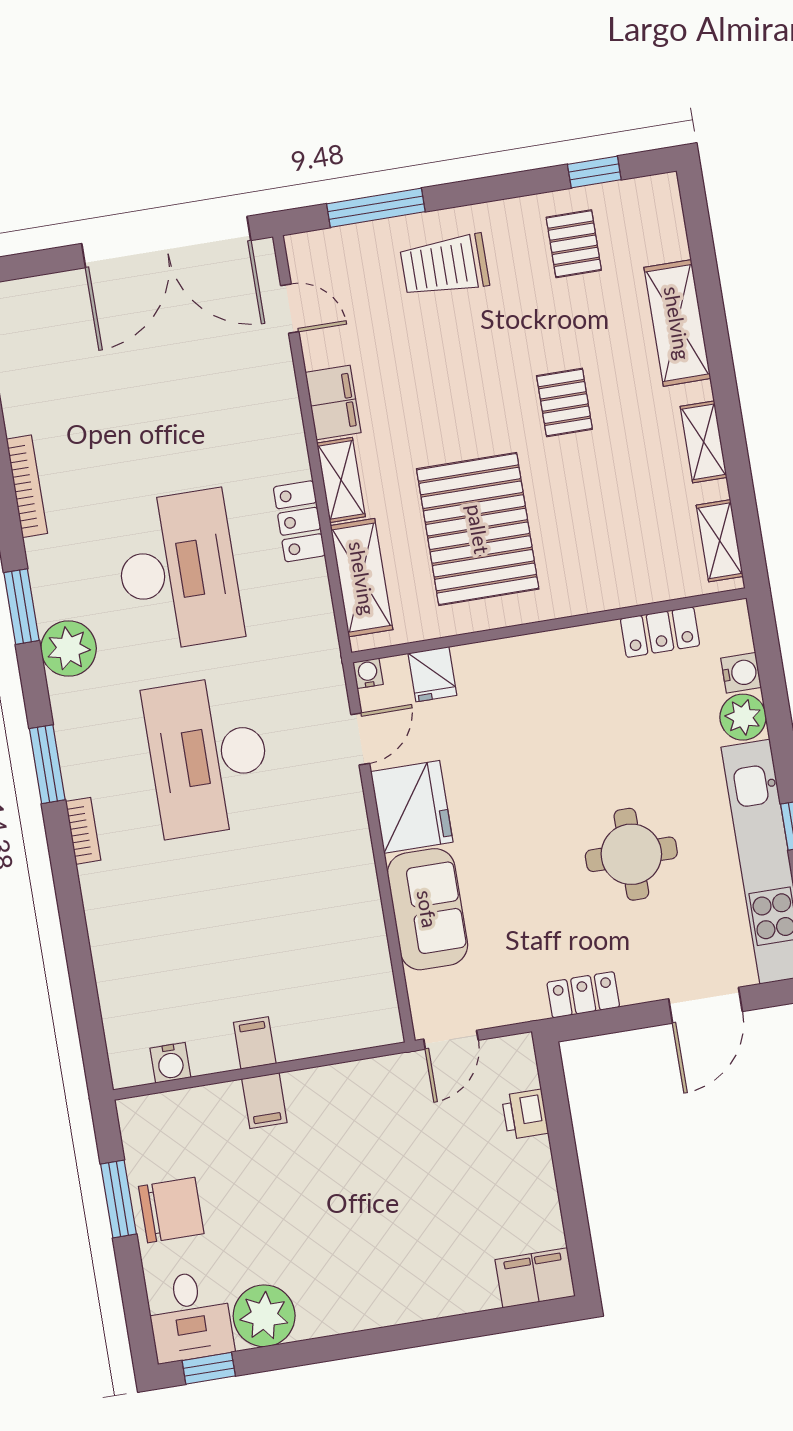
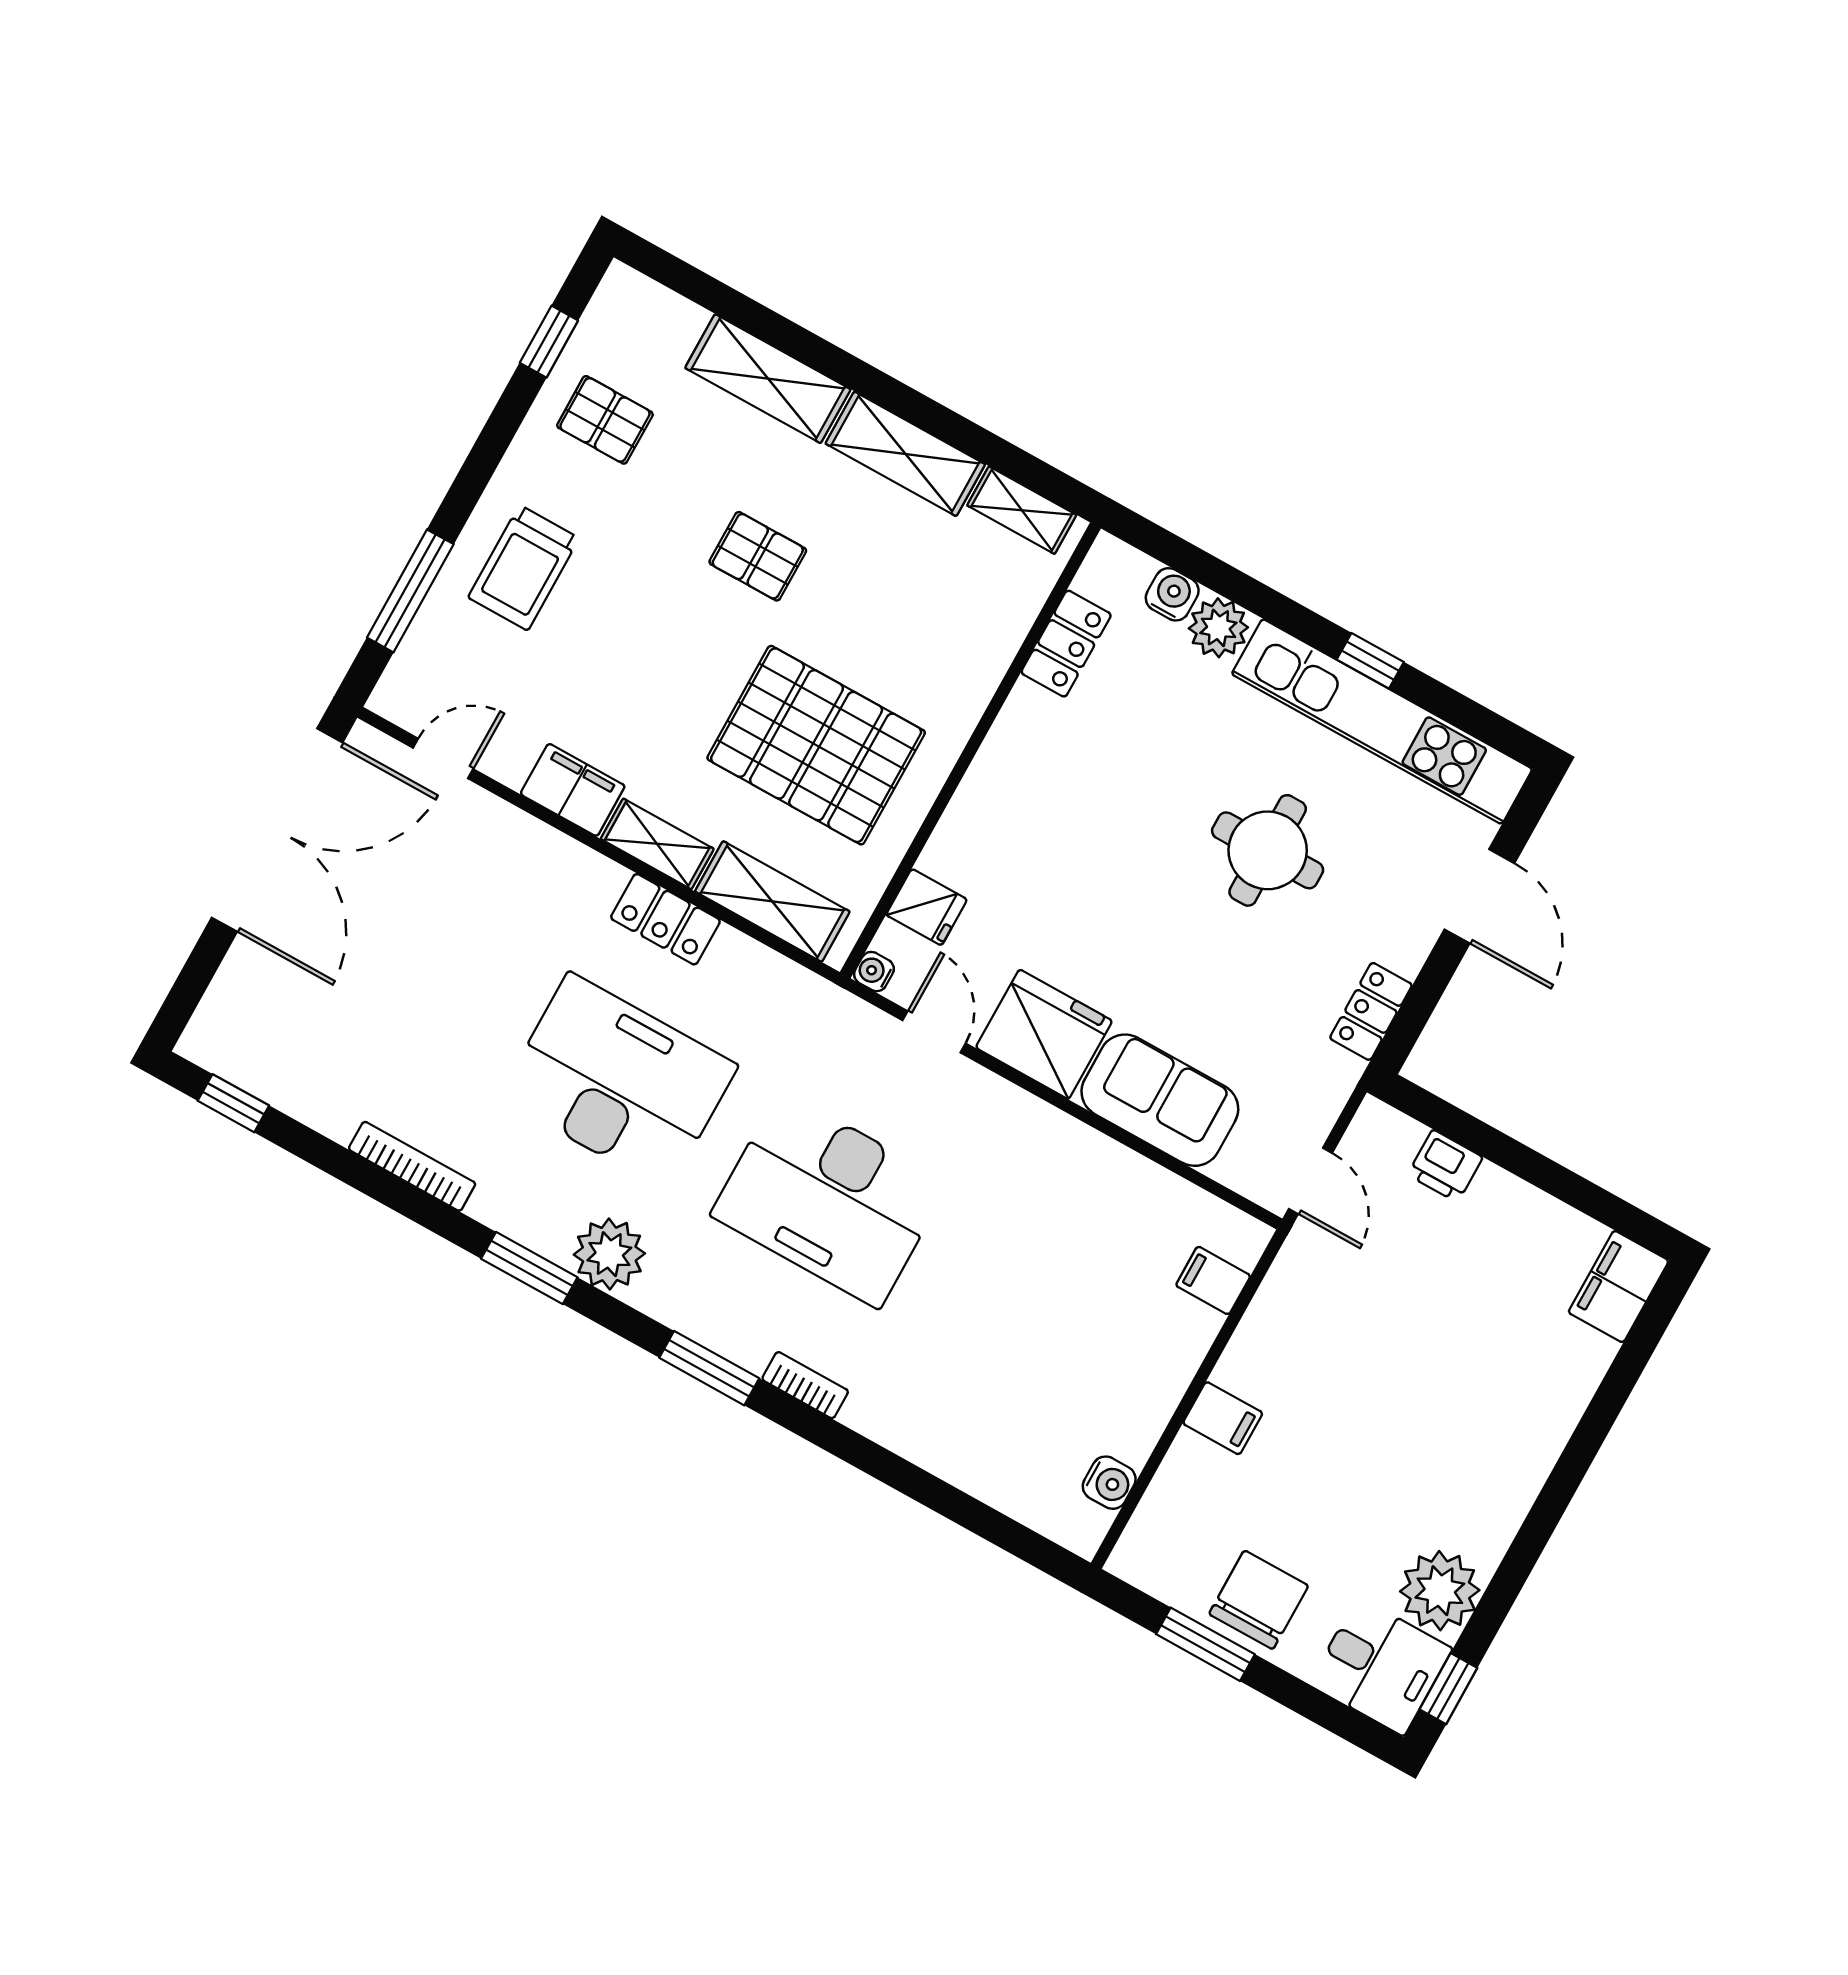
shelving: (704, 442) -> (905, 454), width x1.50, depth x1.33
filing cabinet: (255, 1043) -> (1213, 1280), moved

